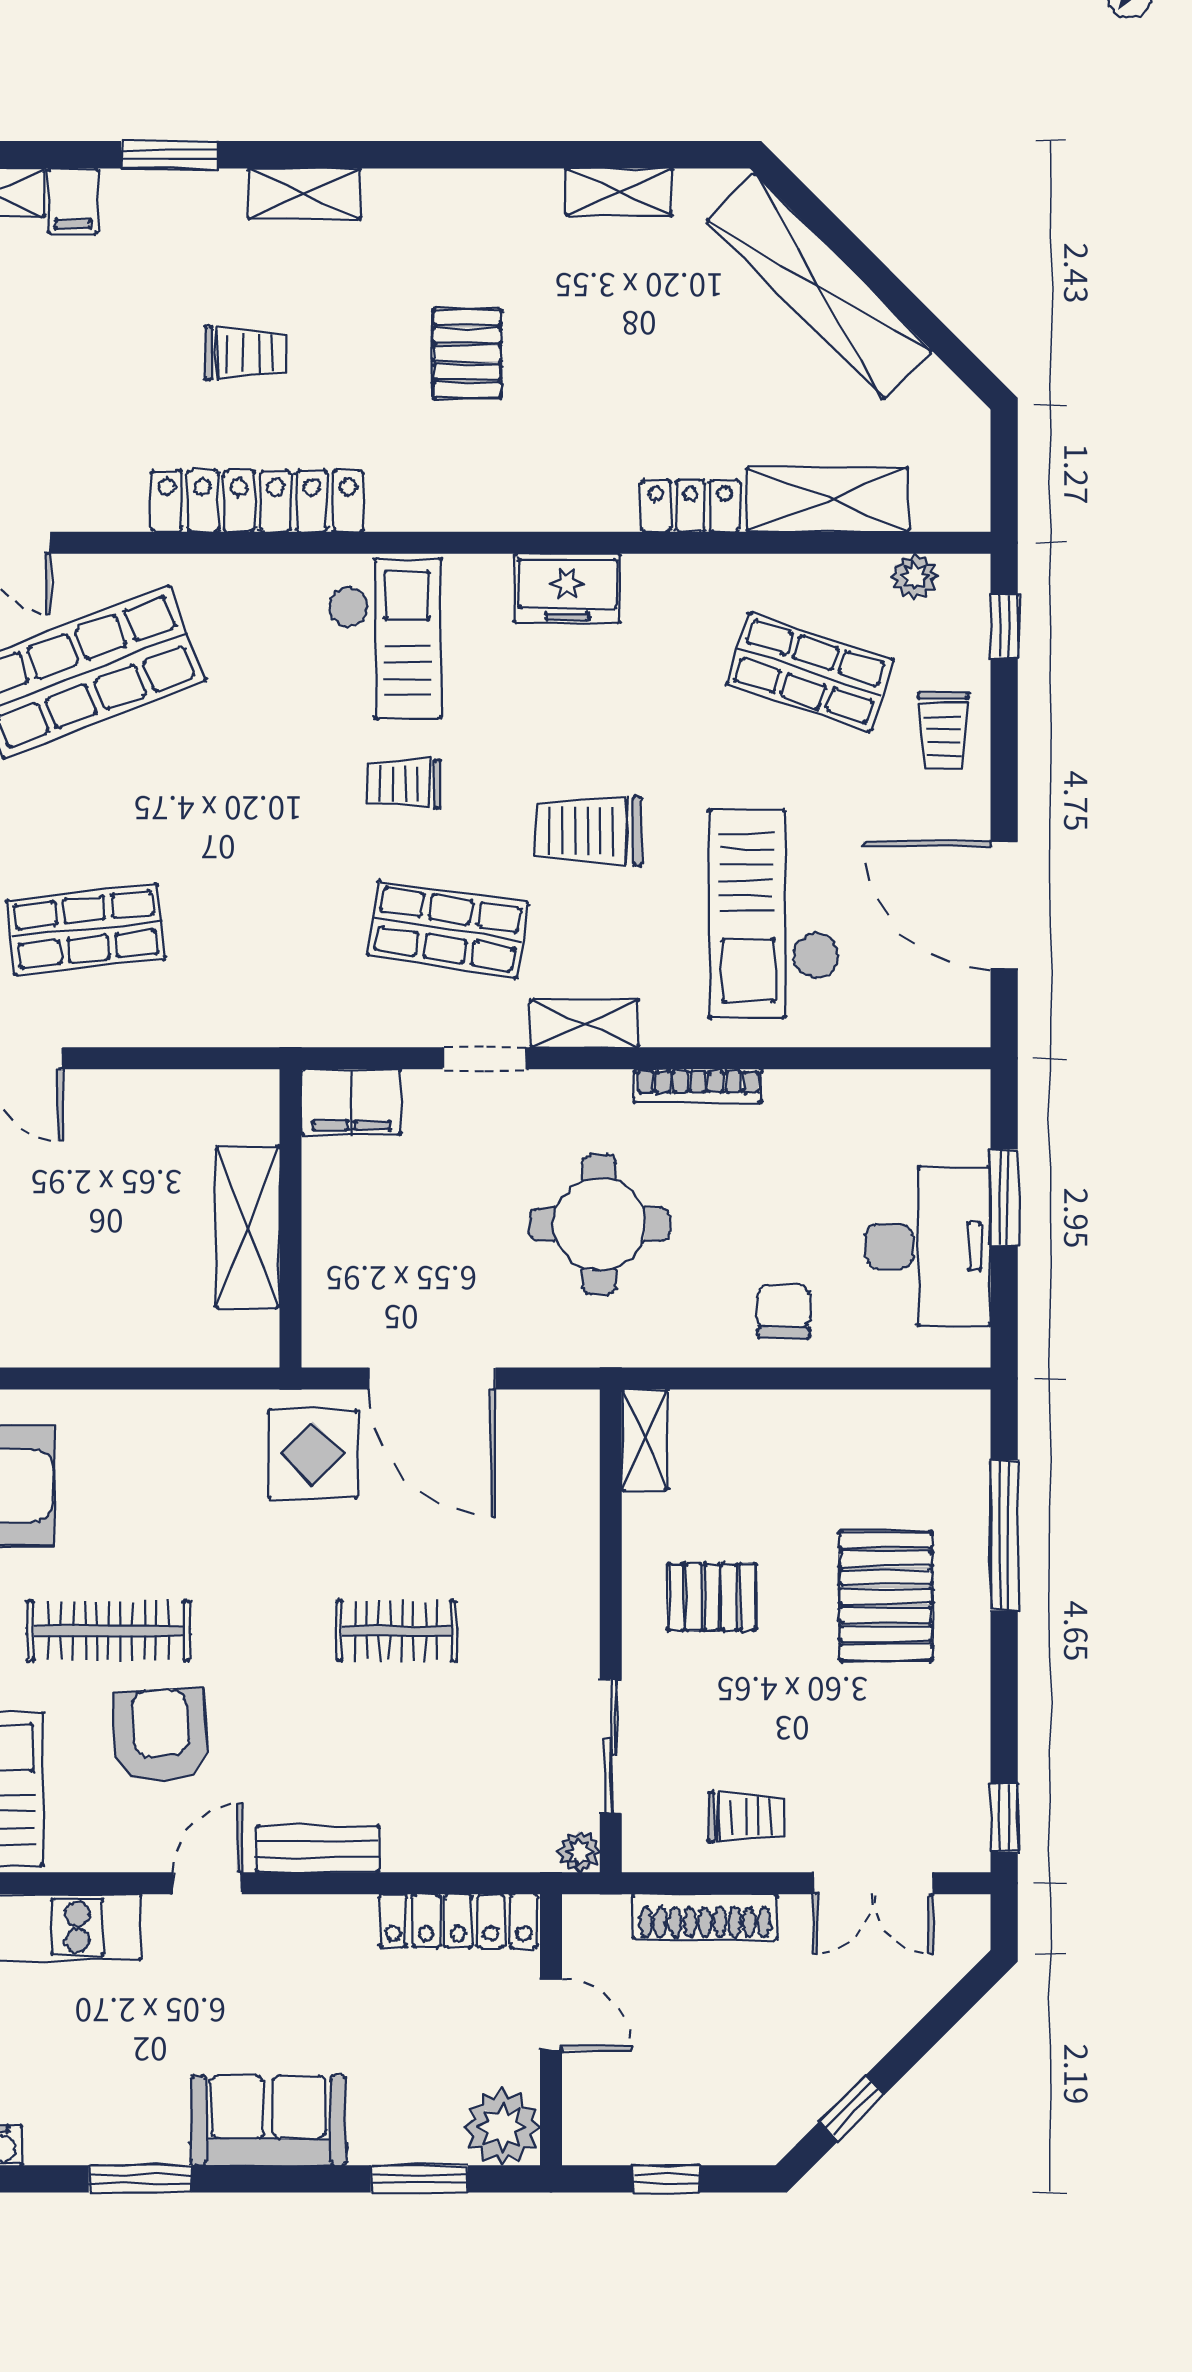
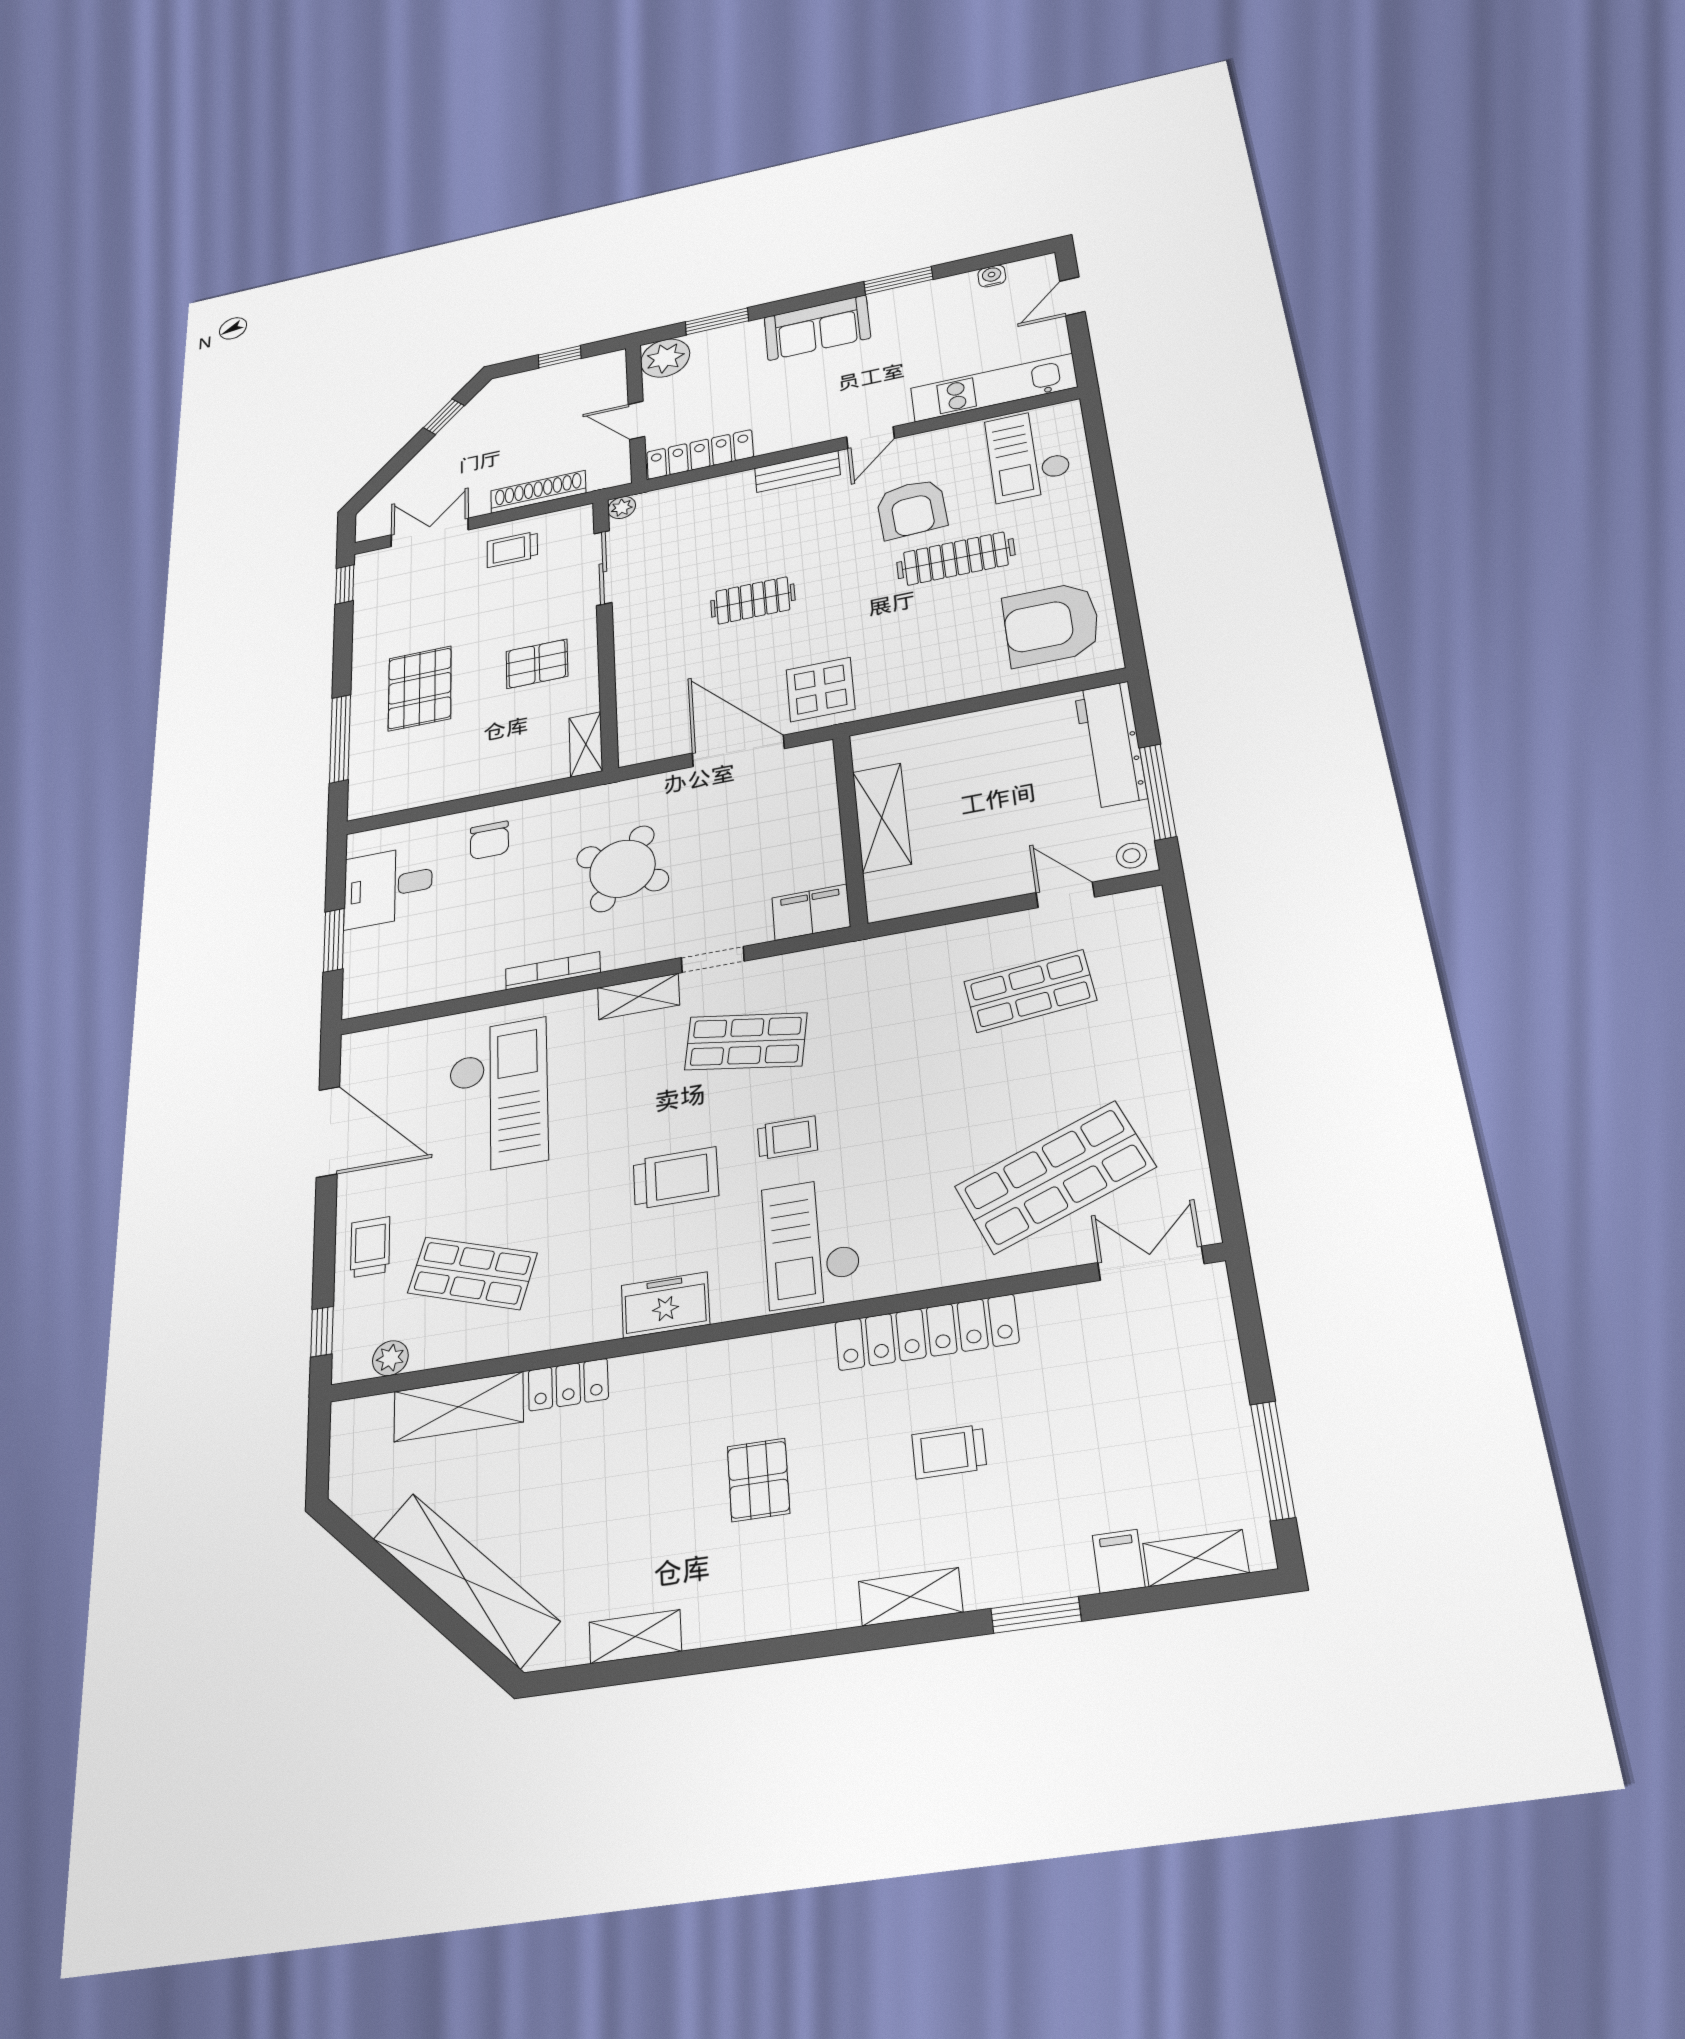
trolley: (589, 831) -> (676, 1178), moved
round table: (599, 1224) -> (622, 869), turned 32
desk: (928, 1246) -> (388, 887), width x0.73

